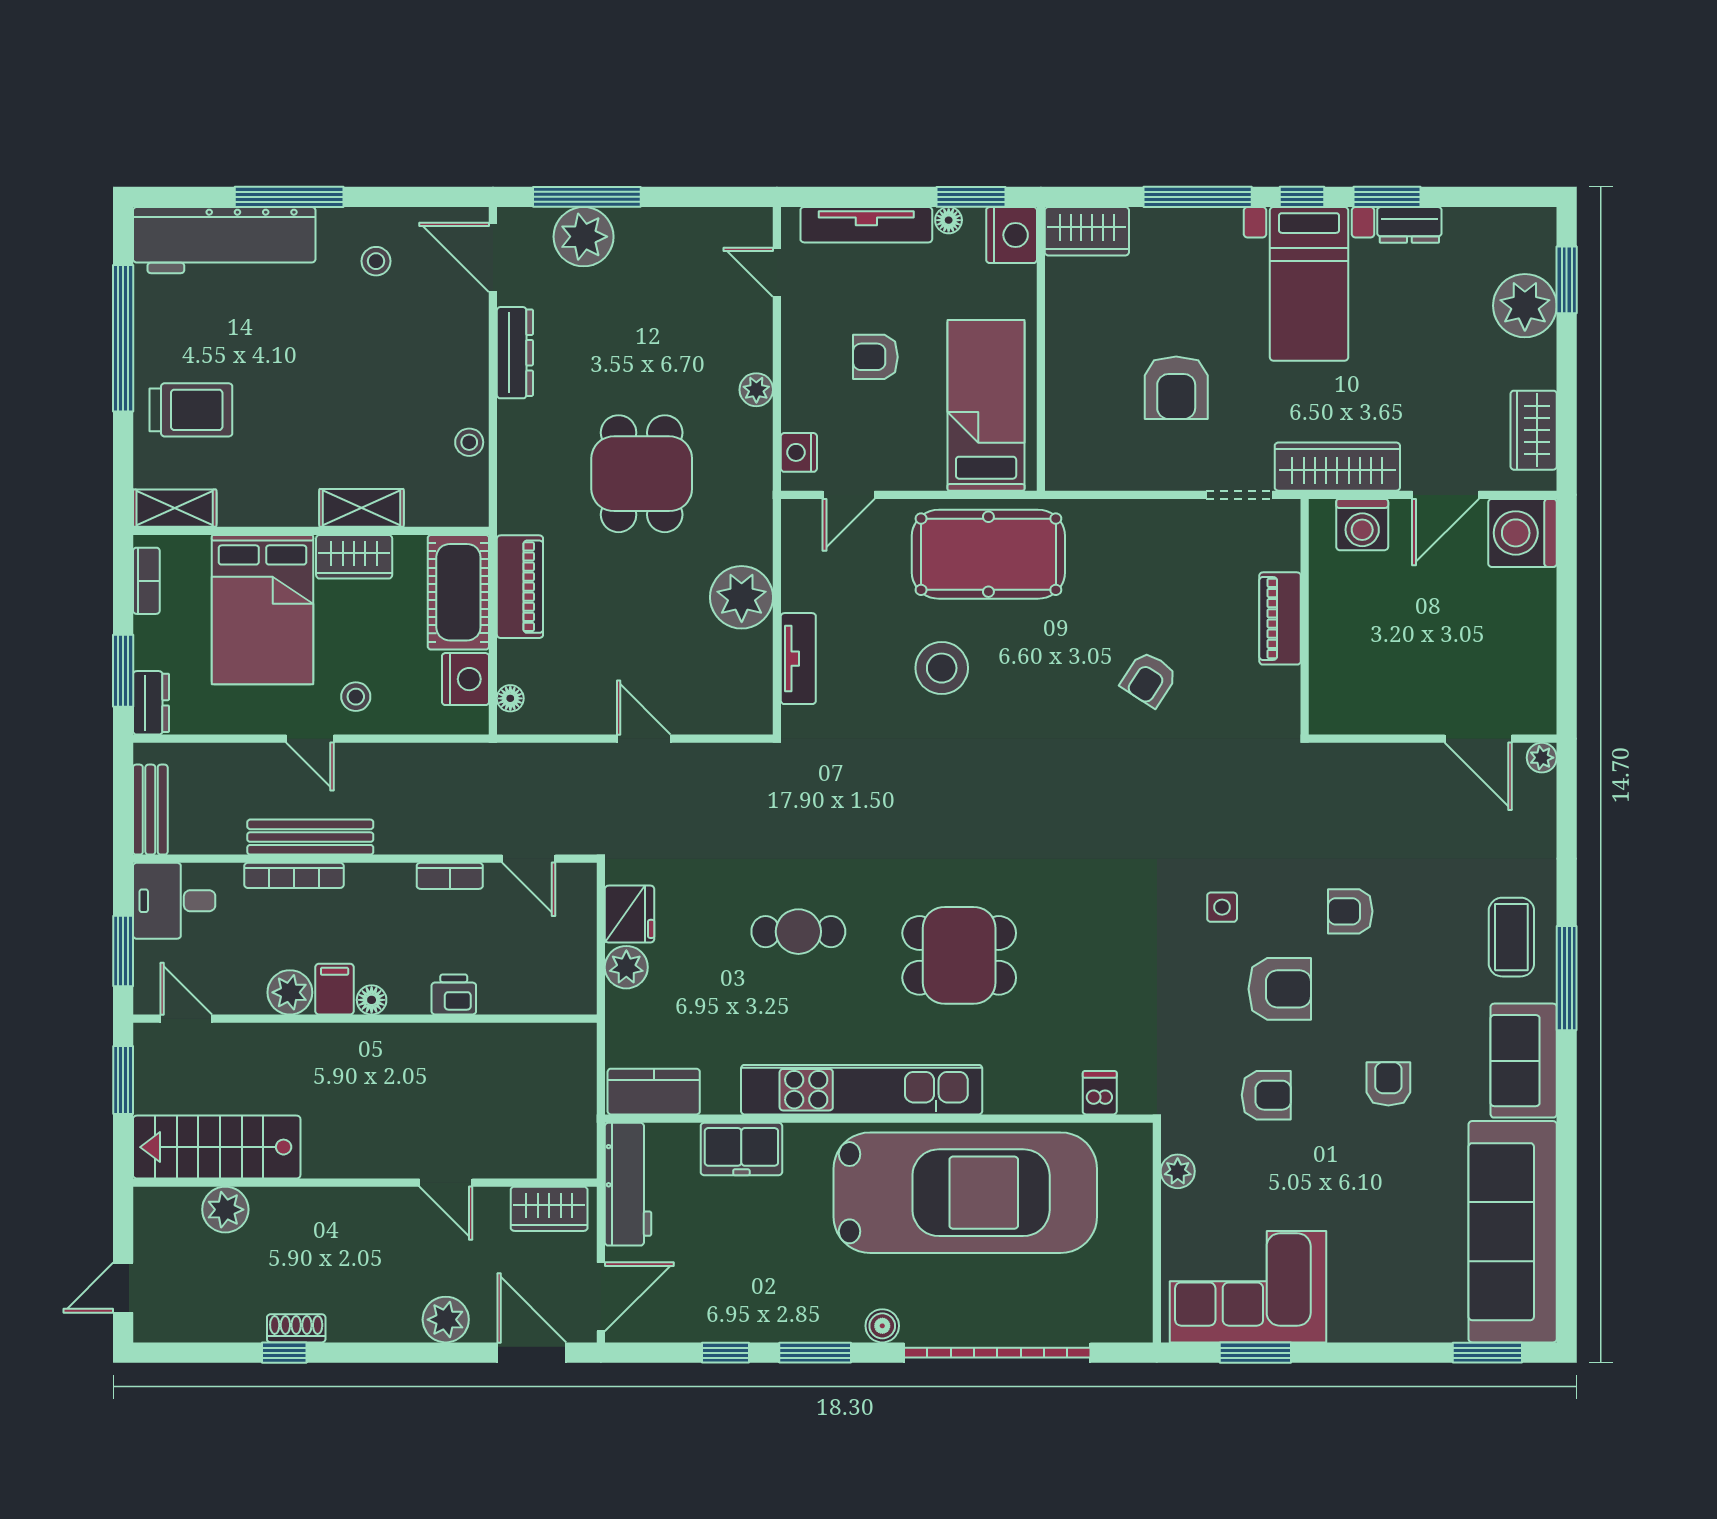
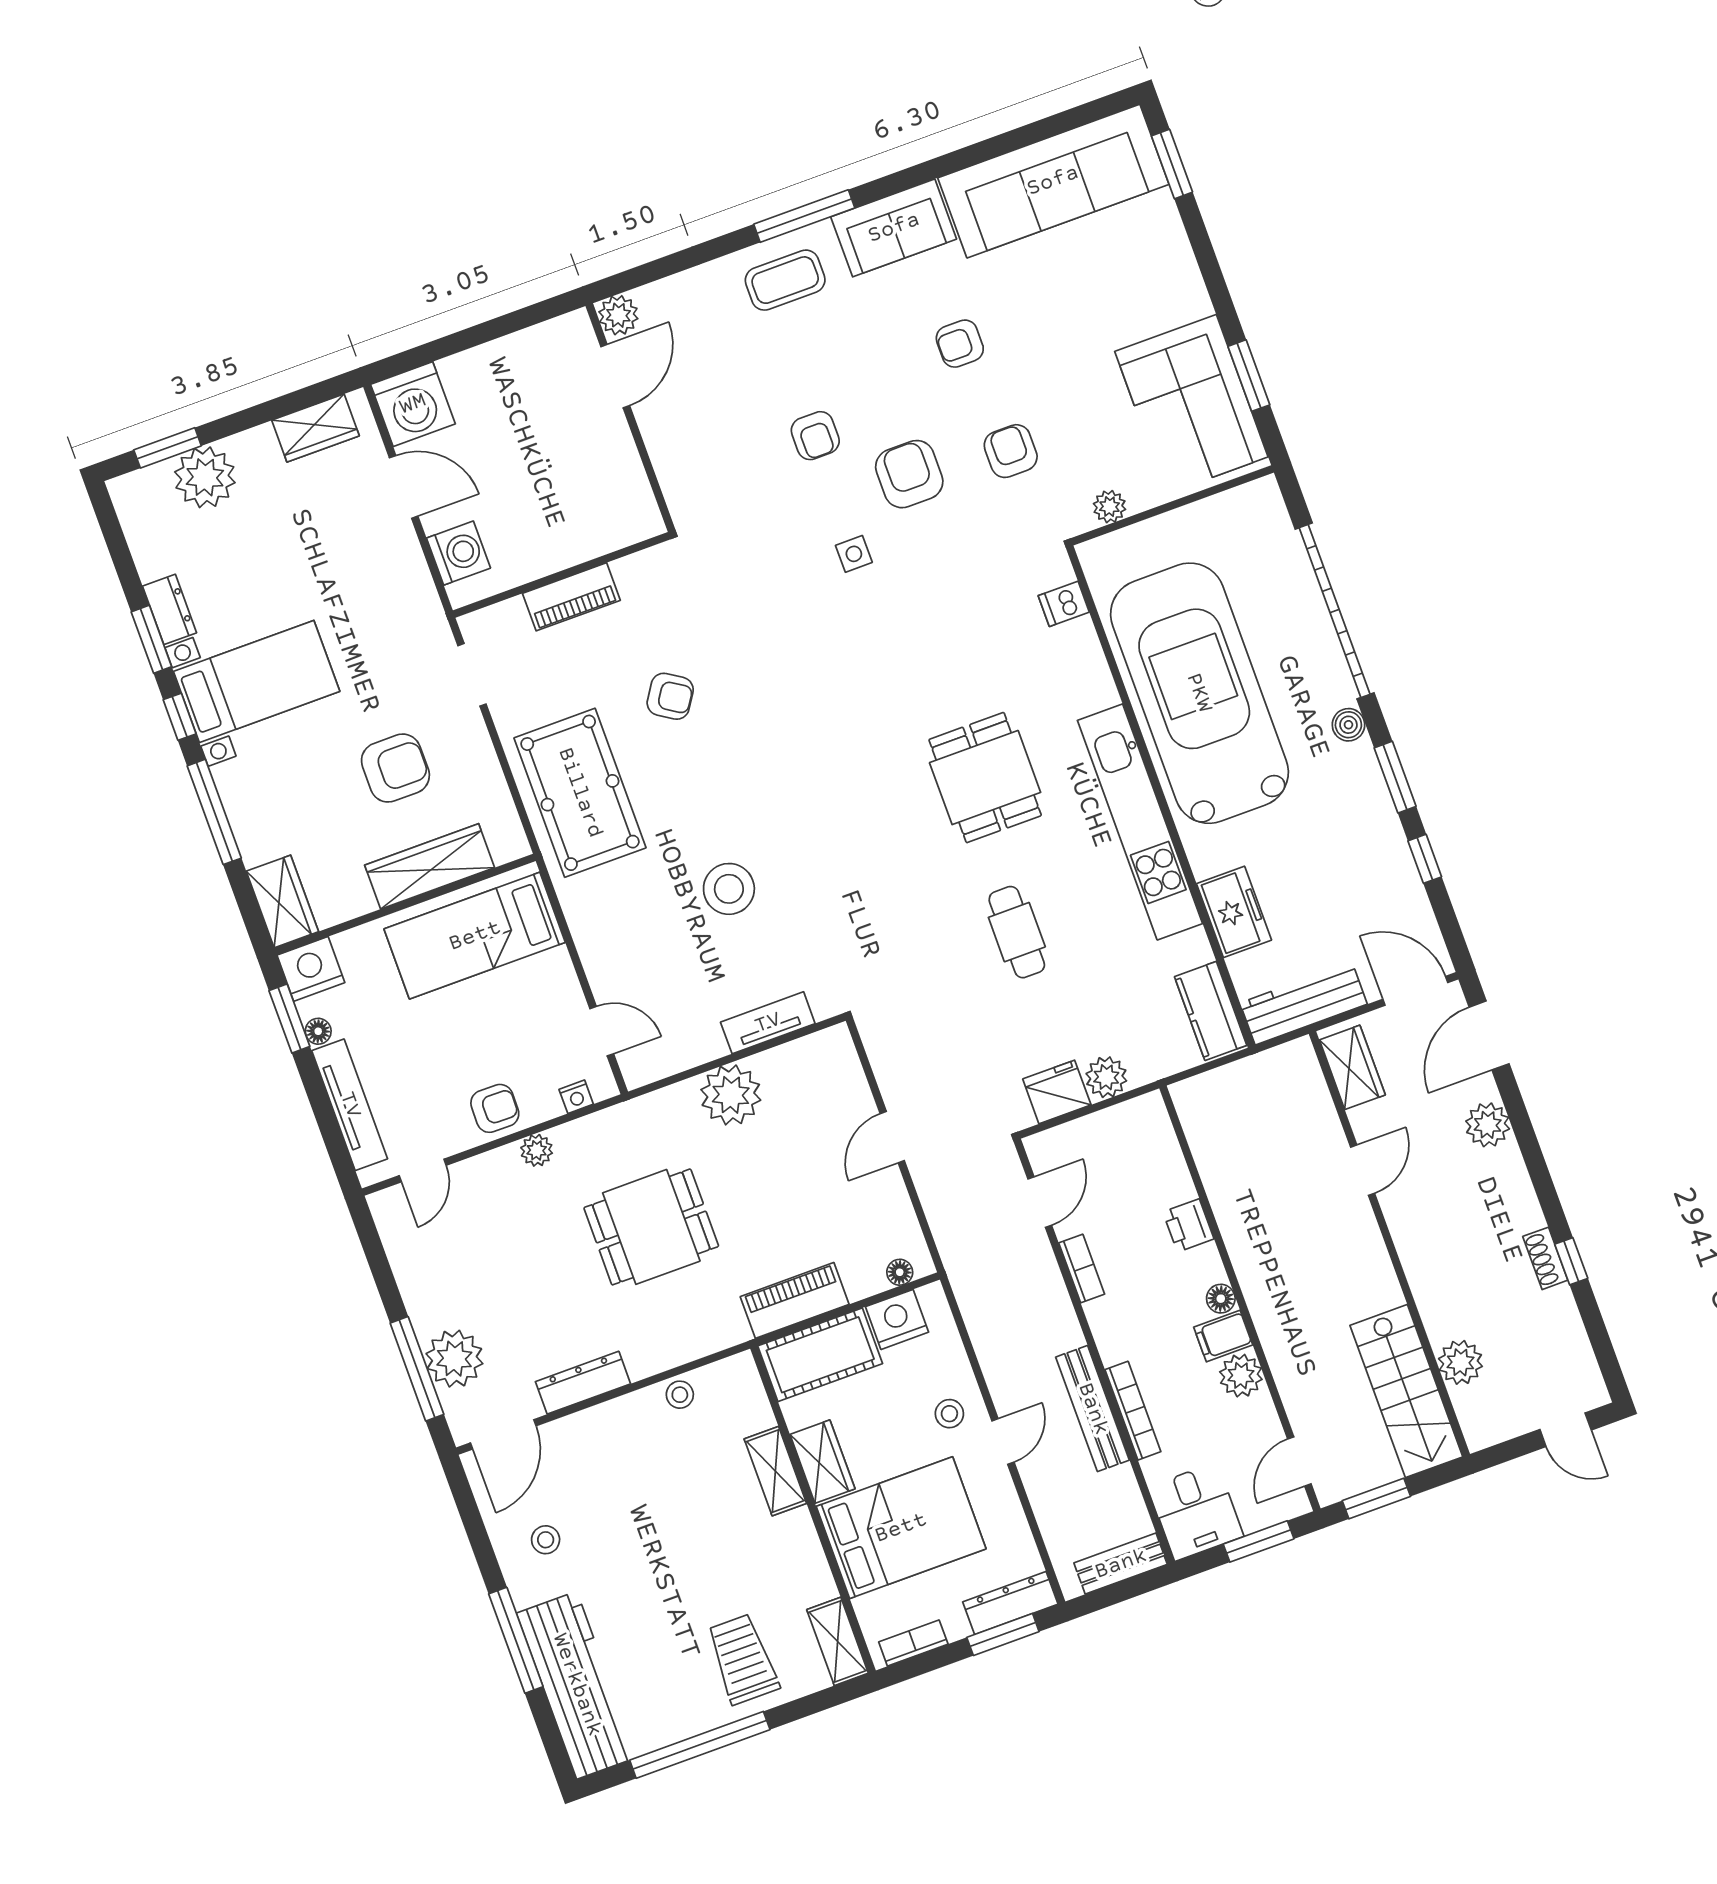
armchair: (875, 357) -> (495, 1108), moved, turned -89
nightstand: (799, 452) -> (576, 1097), width x0.72, depth x0.74
wardrobe: (1337, 467) -> (430, 866), moved, turned 90
pool table: (988, 554) -> (580, 793), moved
dresser: (151, 703) -> (1010, 1603), width x1.44
plant: (1542, 758) -> (618, 315), width x1.38, depth x1.38

